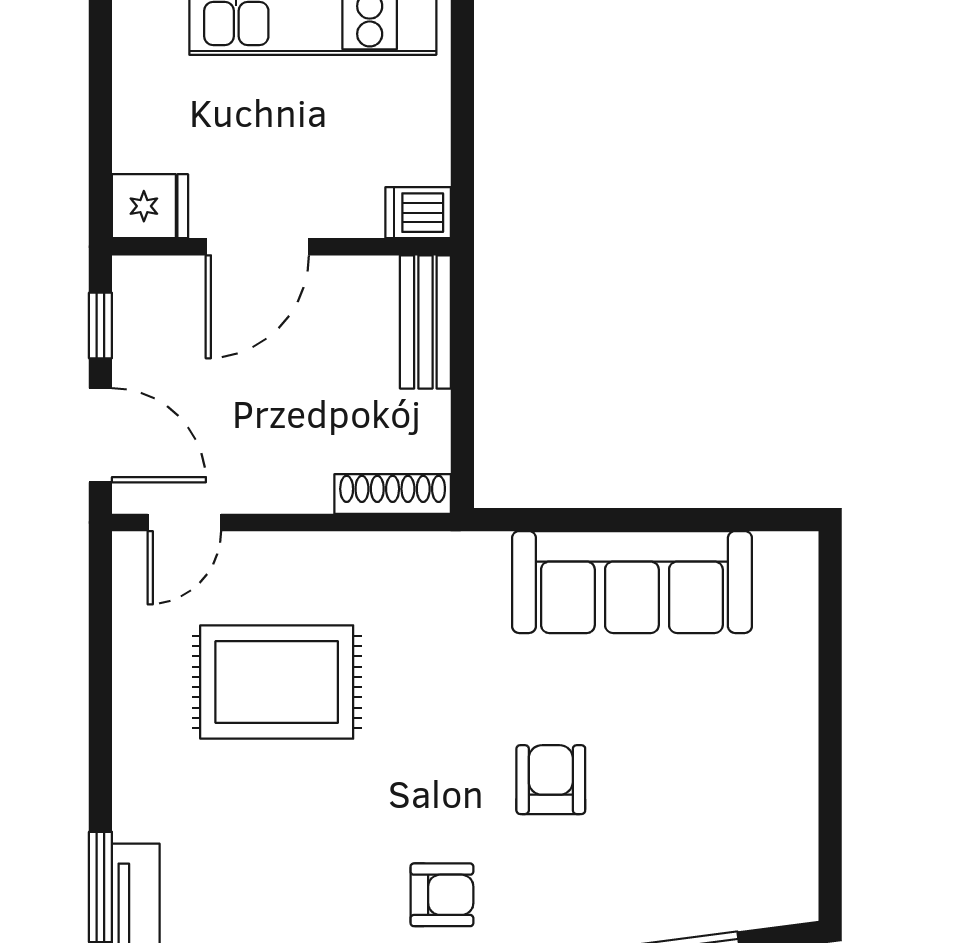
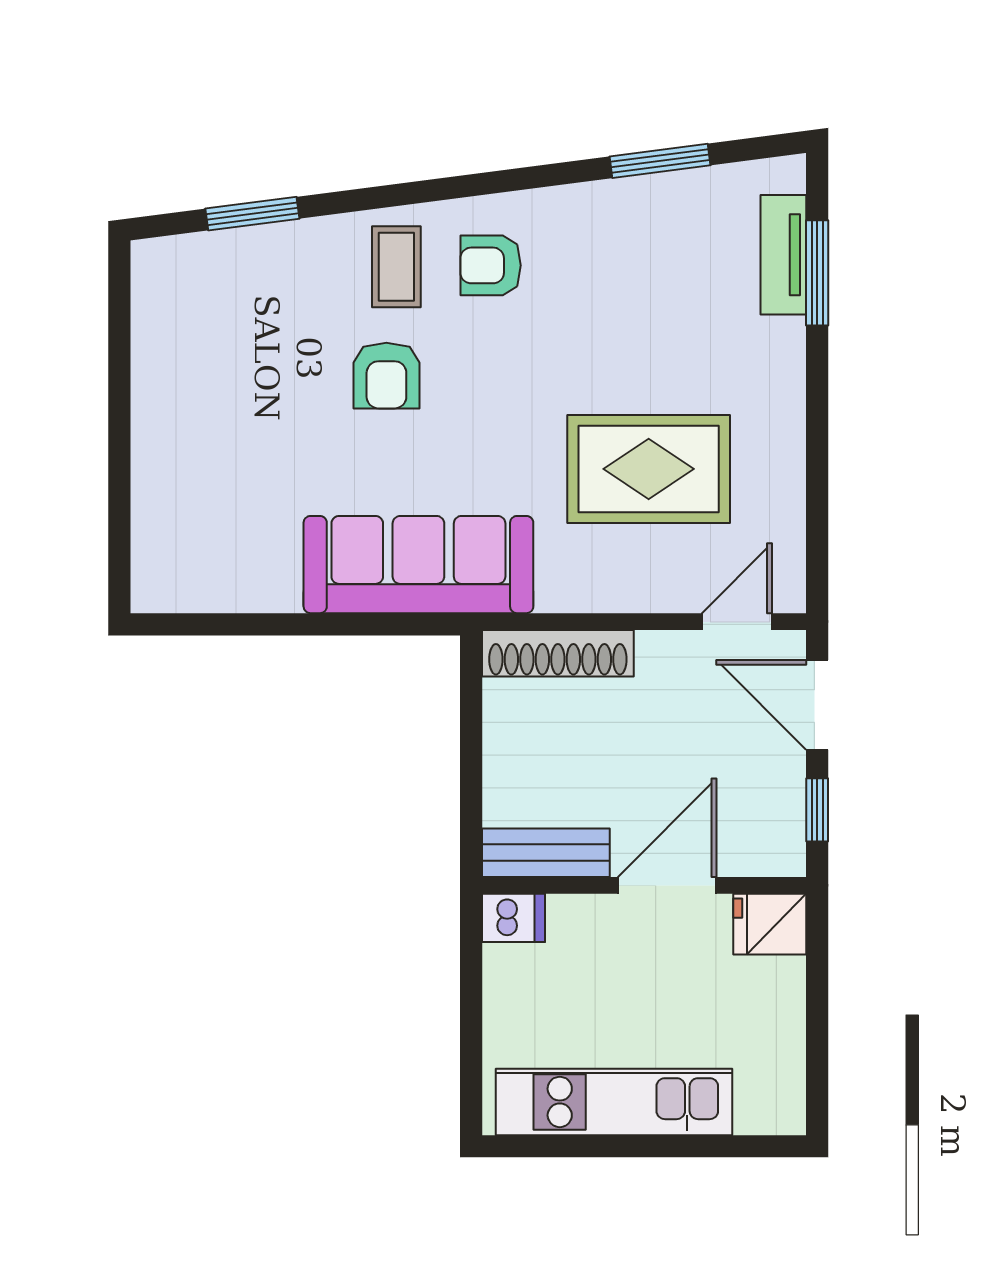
bench: (425, 322) -> (546, 853), moved, turned 90
shoe rack: (393, 494) -> (558, 653), width x1.36, depth x1.24
sofa: (632, 582) -> (418, 565), moved
coffee table: (540, 893) -> (396, 267), added

